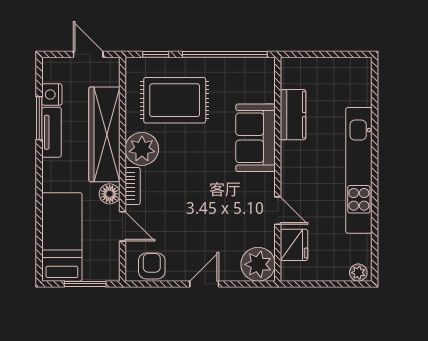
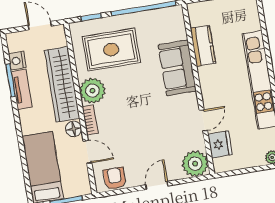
door: (278, 211) -> (203, 120), hinge flipped

